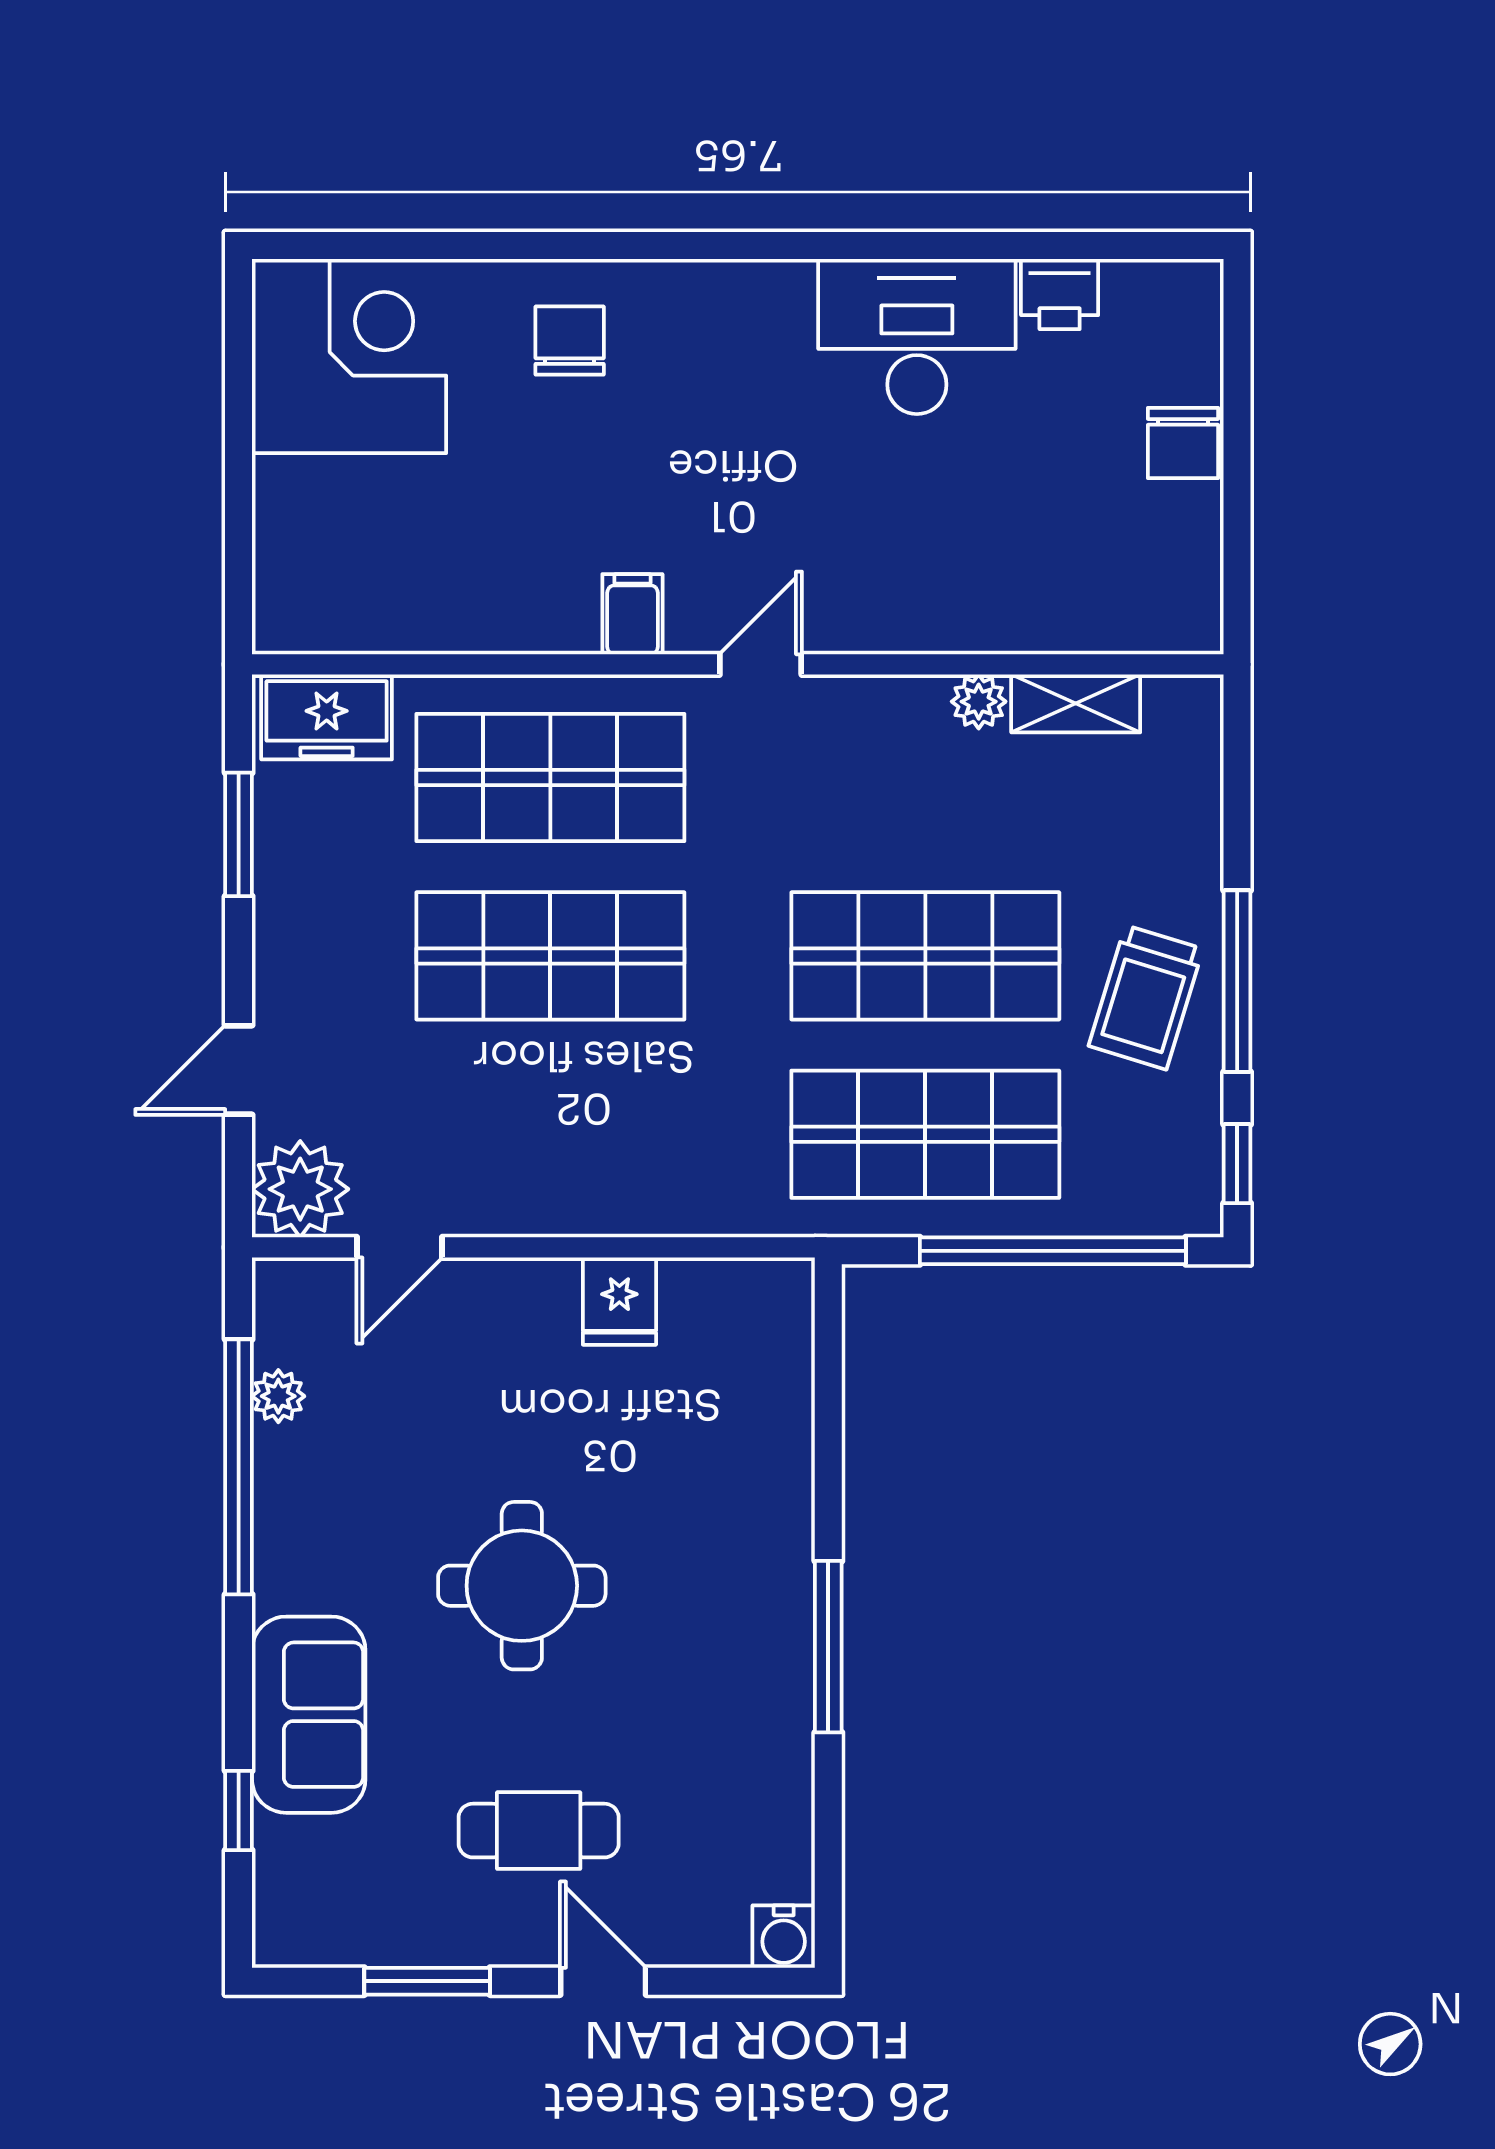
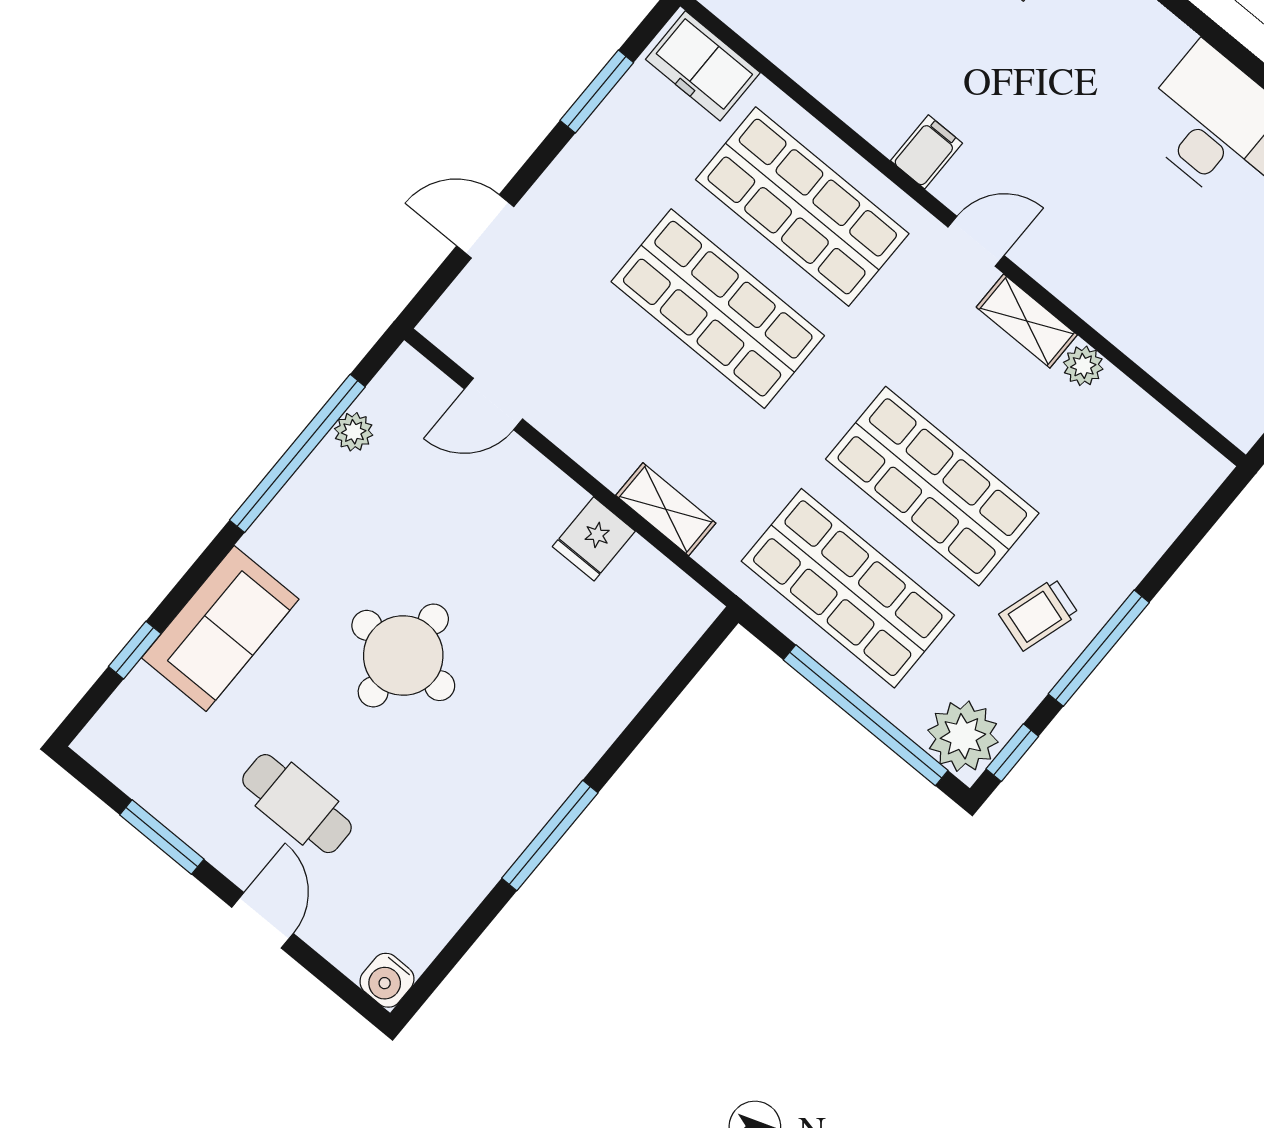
shelving: (1076, 703) -> (1027, 321), moved
trolley: (1146, 997) -> (1039, 614), width x0.73, depth x0.72
plant: (300, 1189) -> (963, 736), moved
shelving: (669, 1209) -> (666, 509), added

